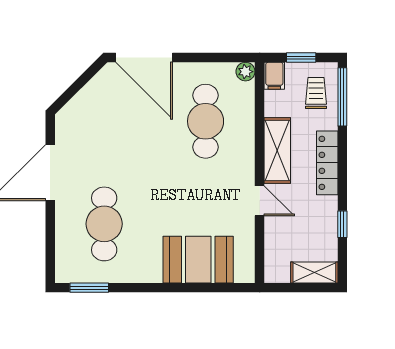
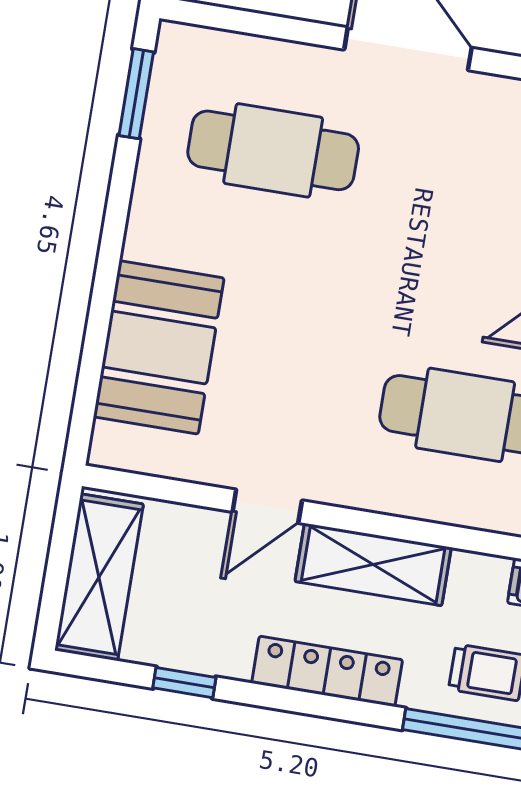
shelving: (314, 272) -> (99, 577), width x1.50, depth x1.33

